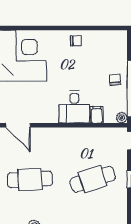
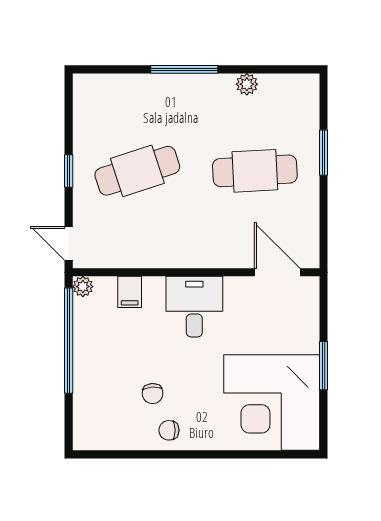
chair: (115, 80) -> (153, 394), moved
desk: (74, 107) -> (194, 307), moved

